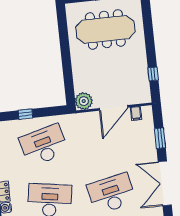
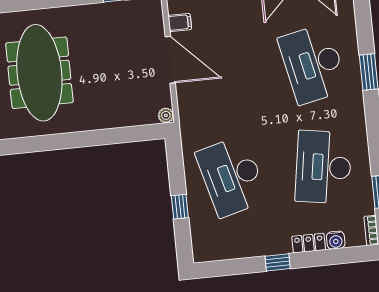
plant: (84, 101) -> (166, 115), width x0.53, depth x0.53

